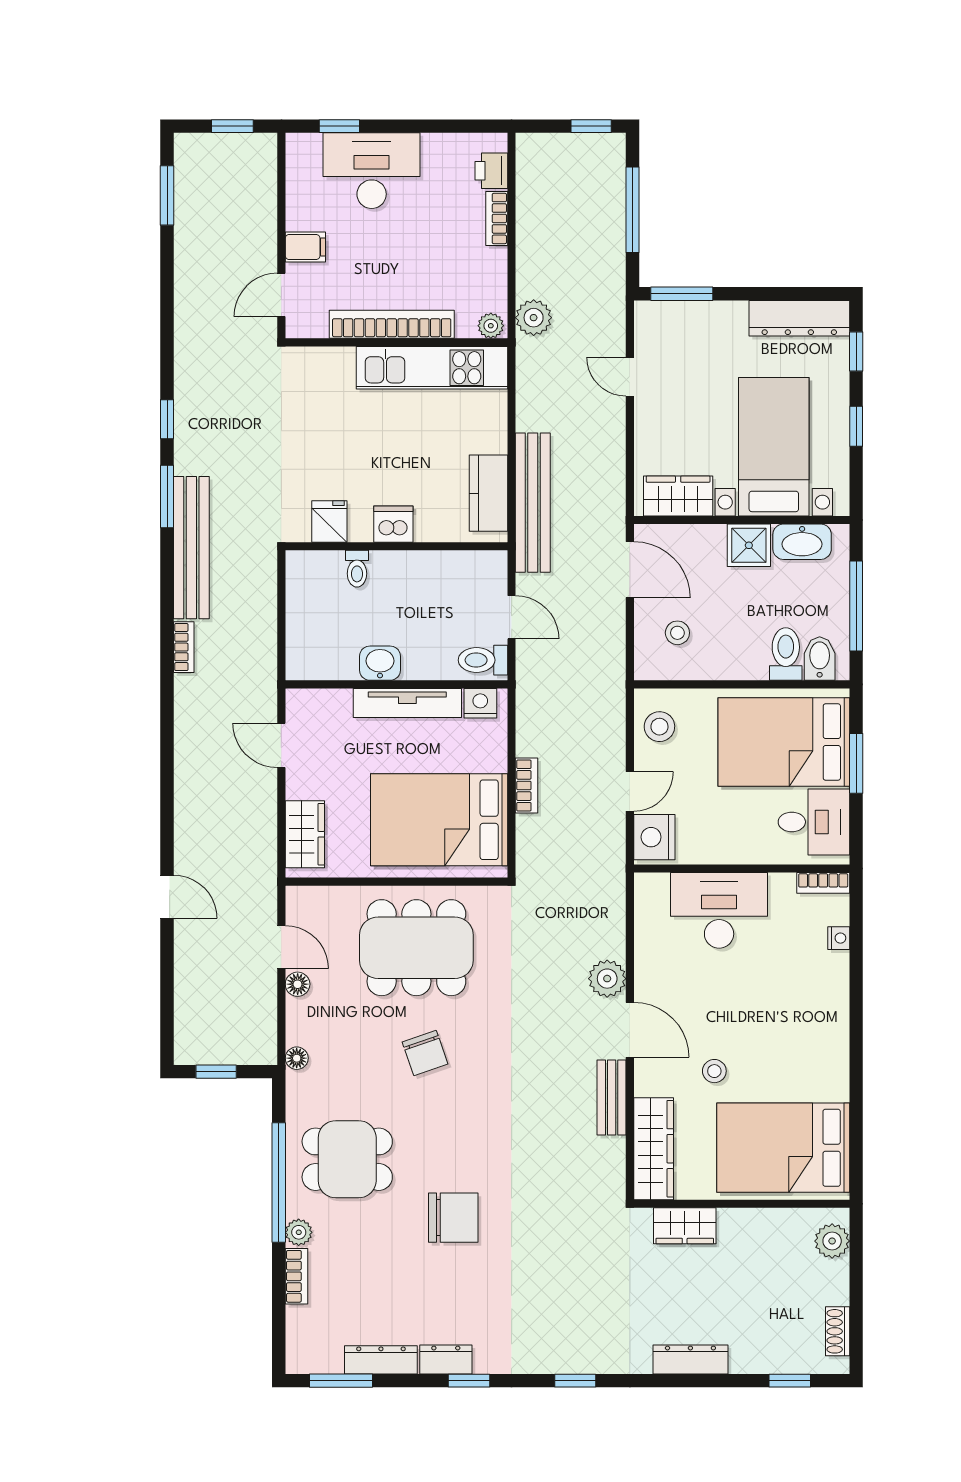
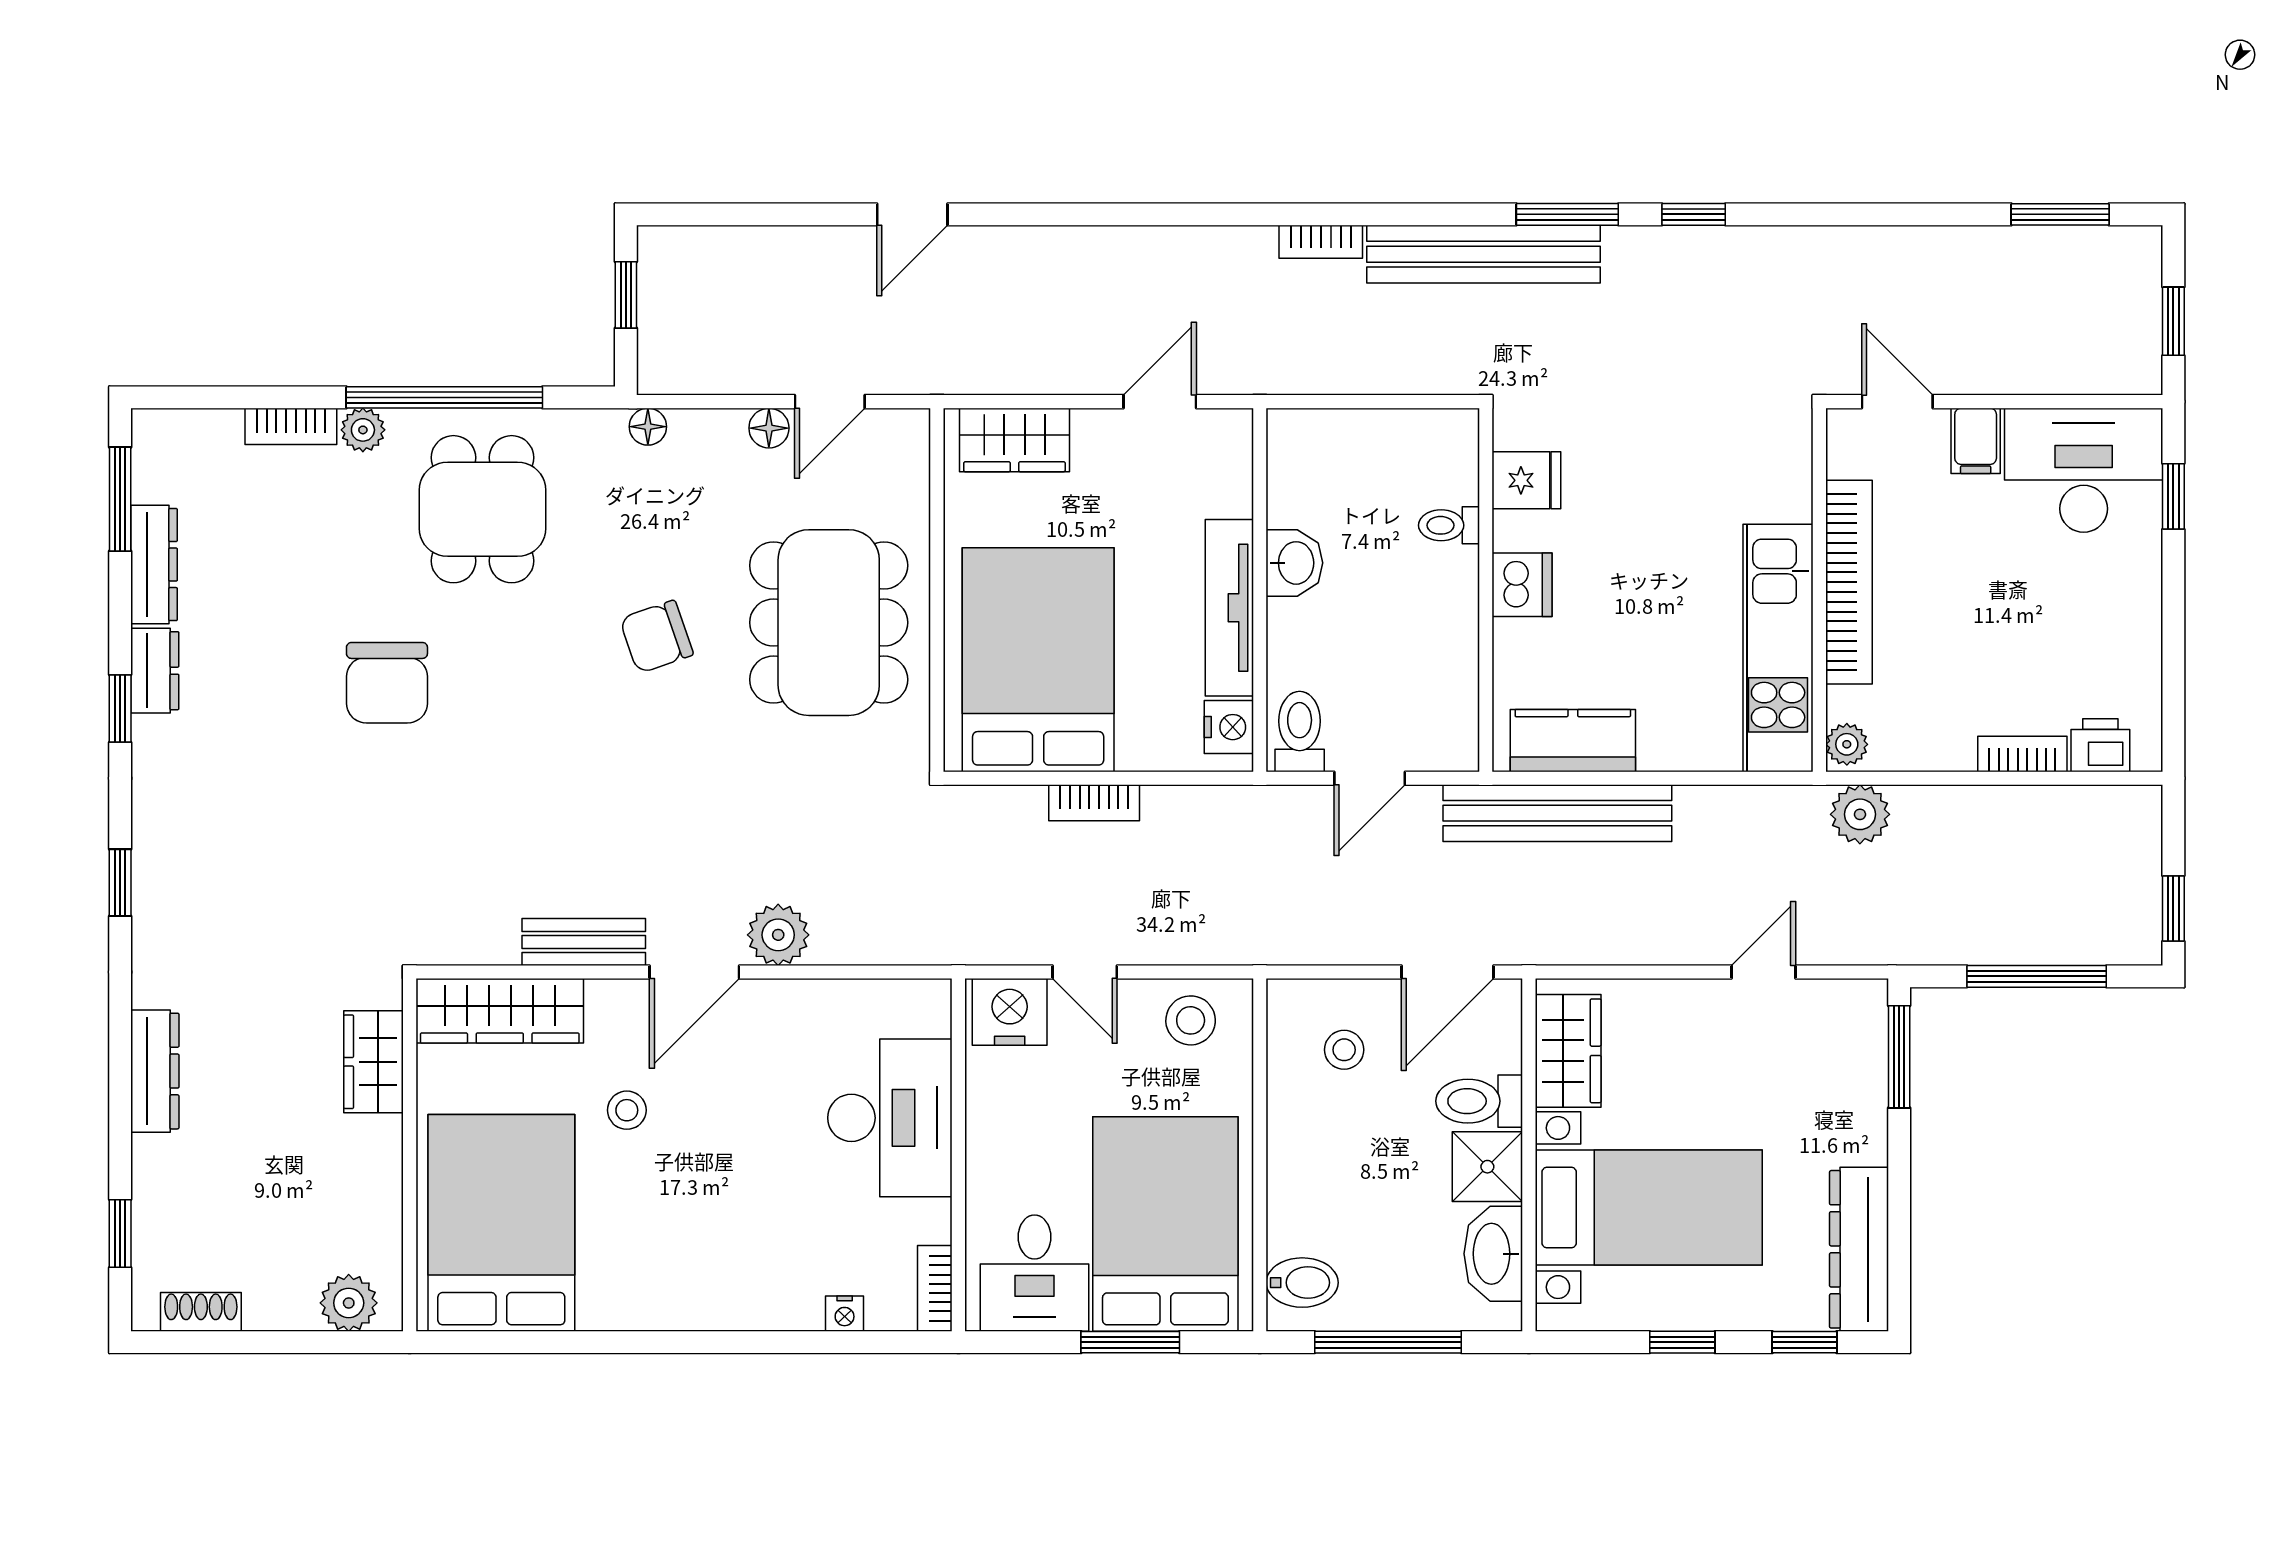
desk: (372, 171) -> (2084, 470), moved, turned -90
toilet: (786, 654) -> (1479, 1101), moved, turned 180

